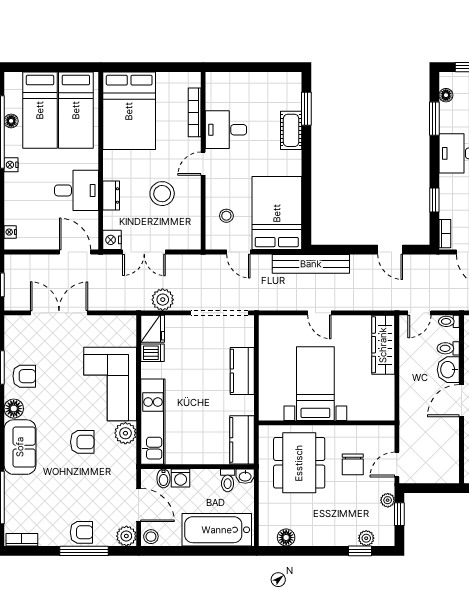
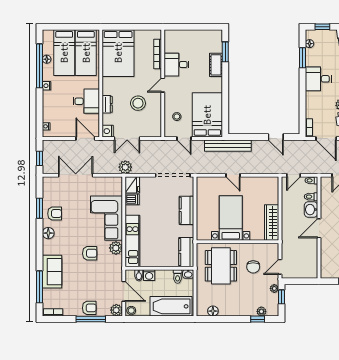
window: (434, 200) -> (303, 107), removed
plant: (163, 300) -> (125, 167), moved
wardrobe: (383, 345) -> (272, 223), moved
sofa: (20, 447) -> (52, 272), moved

